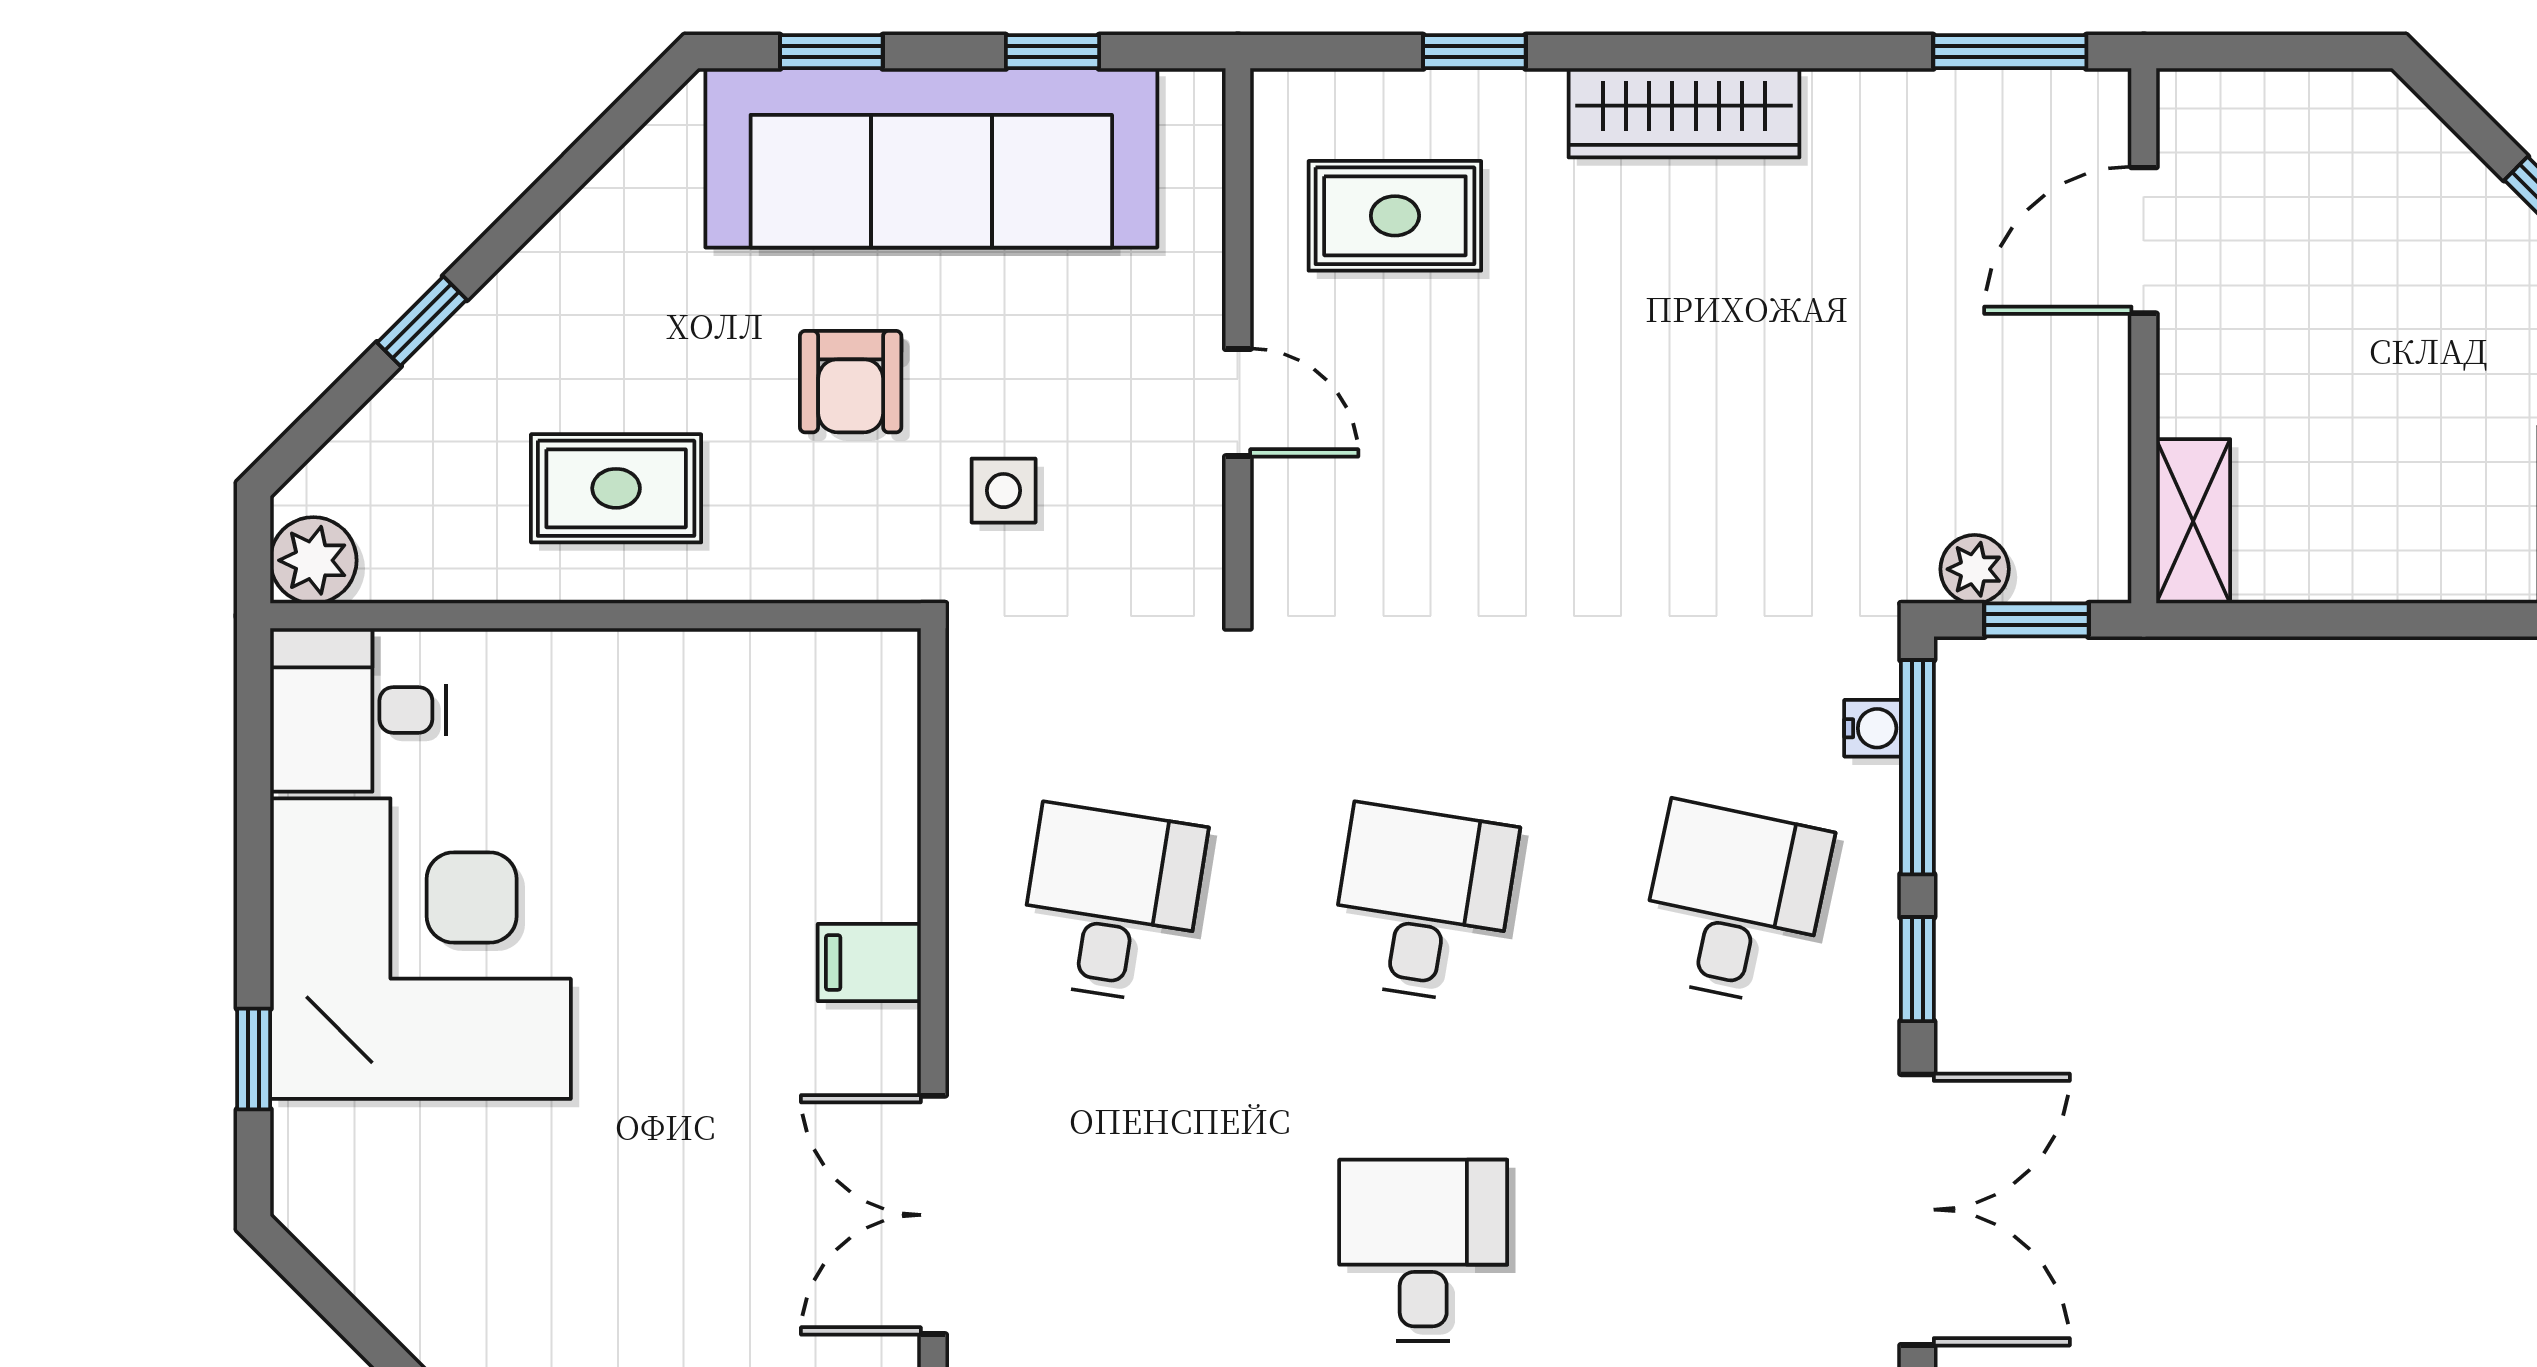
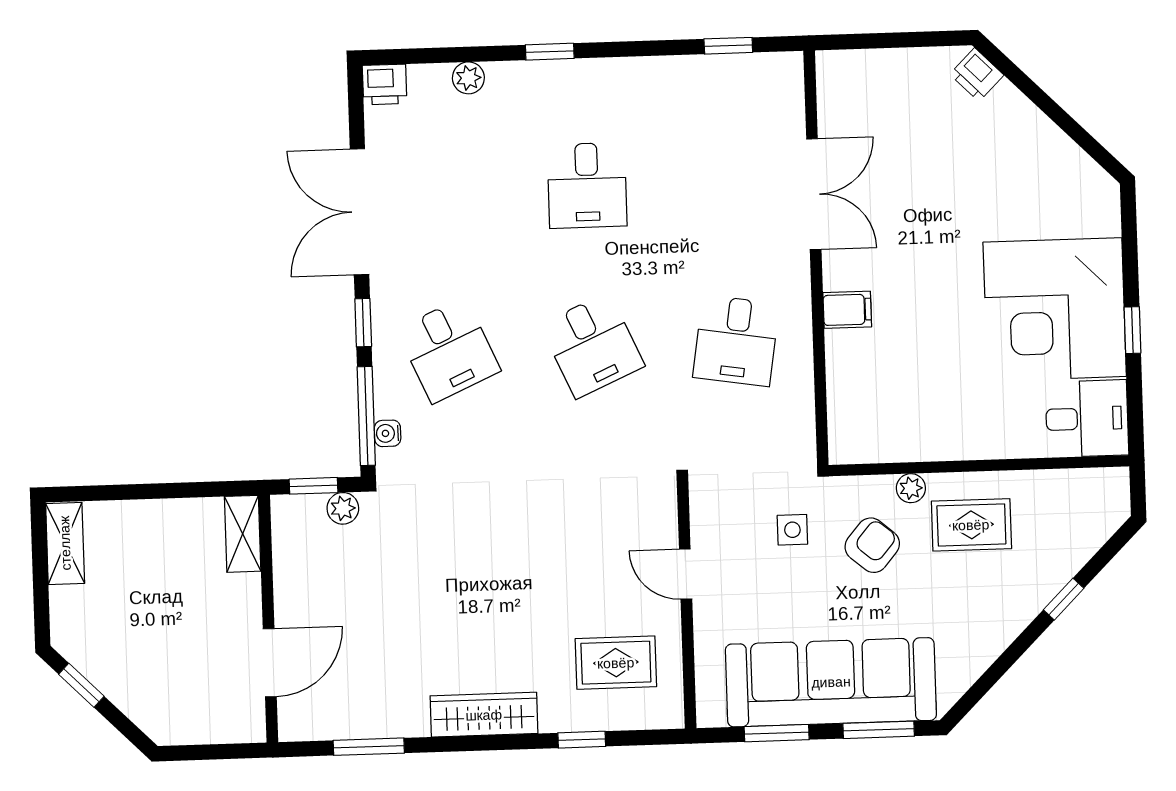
window: (831, 52) -> (879, 730), width x1.50
window: (1052, 52) -> (777, 733), width x1.50
window: (2010, 52) -> (369, 747), moved
armchair: (851, 382) -> (872, 545), moved, turned 40
plant: (313, 560) -> (911, 488), moved, width x0.73, depth x0.73
desk: (1423, 904) -> (592, 345), turned -33
desk: (1735, 904) -> (449, 350), turned -36
window: (254, 1059) -> (1132, 330), moved

